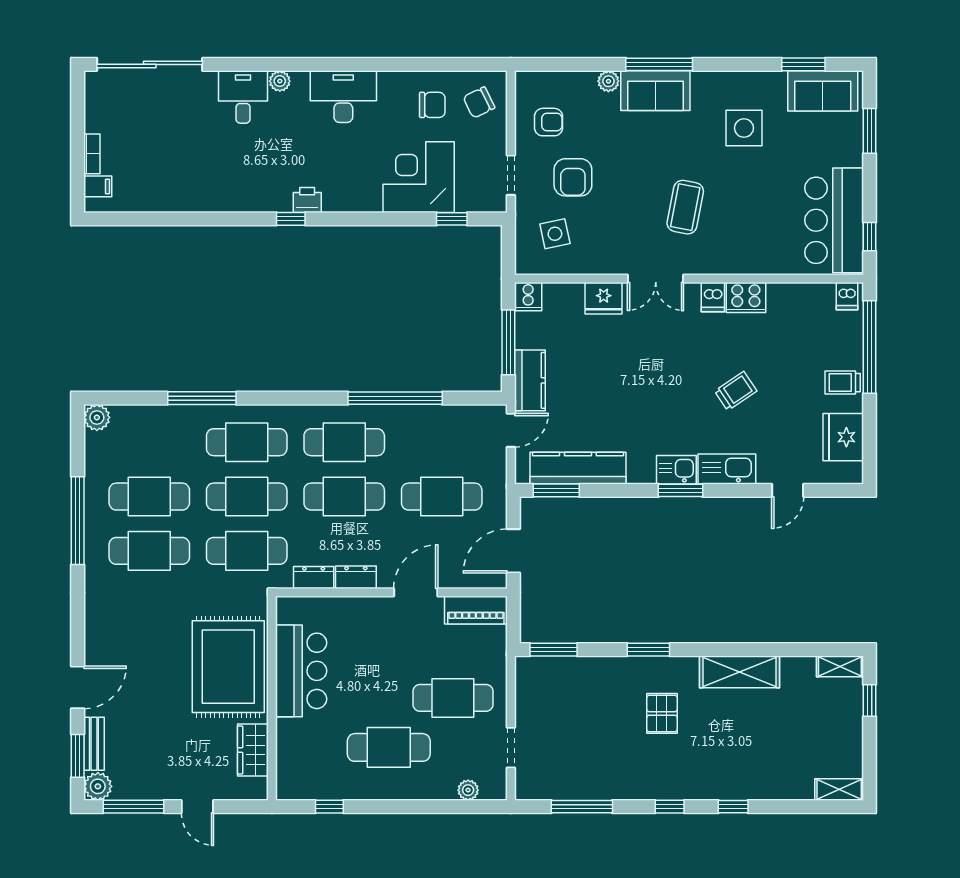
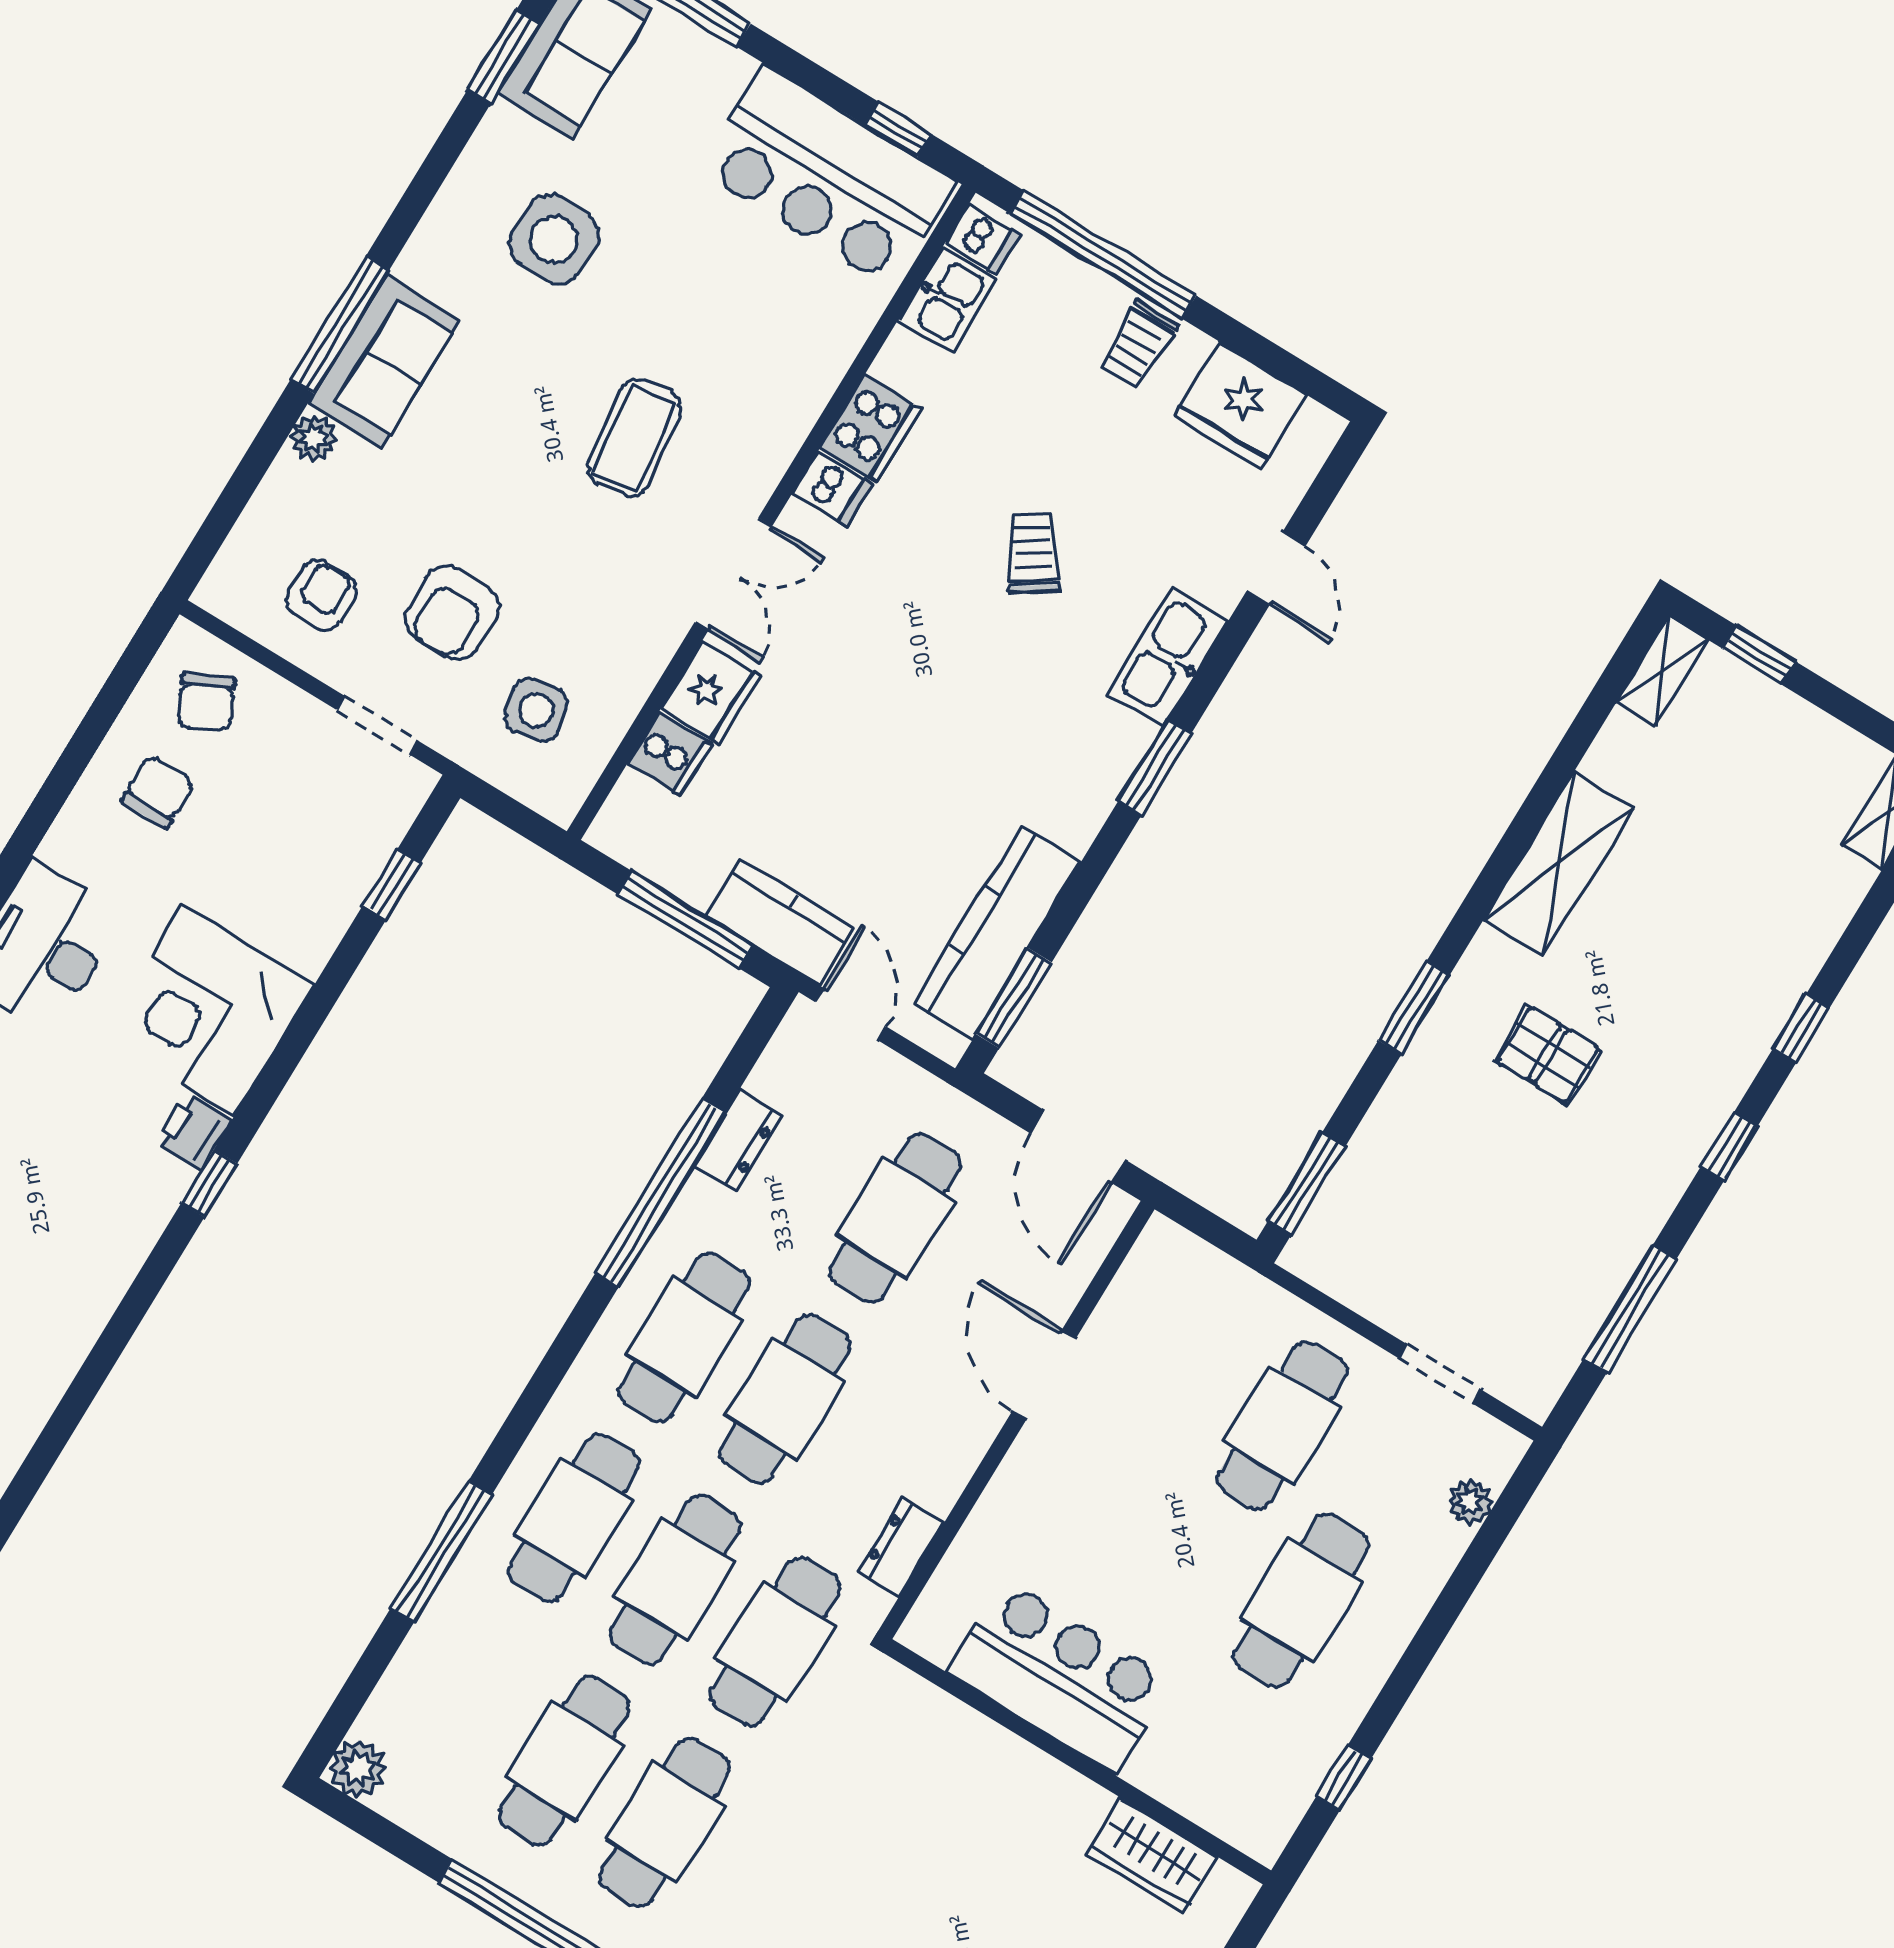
corner desk: (419, 177) -> (209, 1010), moved
armchair: (573, 177) -> (452, 613), turned 90
coffee table: (685, 207) -> (634, 438), turned 72
cooker: (528, 297) -> (670, 754), moved
kitchen sink: (676, 470) -> (947, 300), moved, turned 180
dresser: (356, 577) -> (738, 1140), moved, turned 180
piano: (476, 610) -> (1145, 1283), removed
rug: (228, 667) -> (970, 1807), removed

